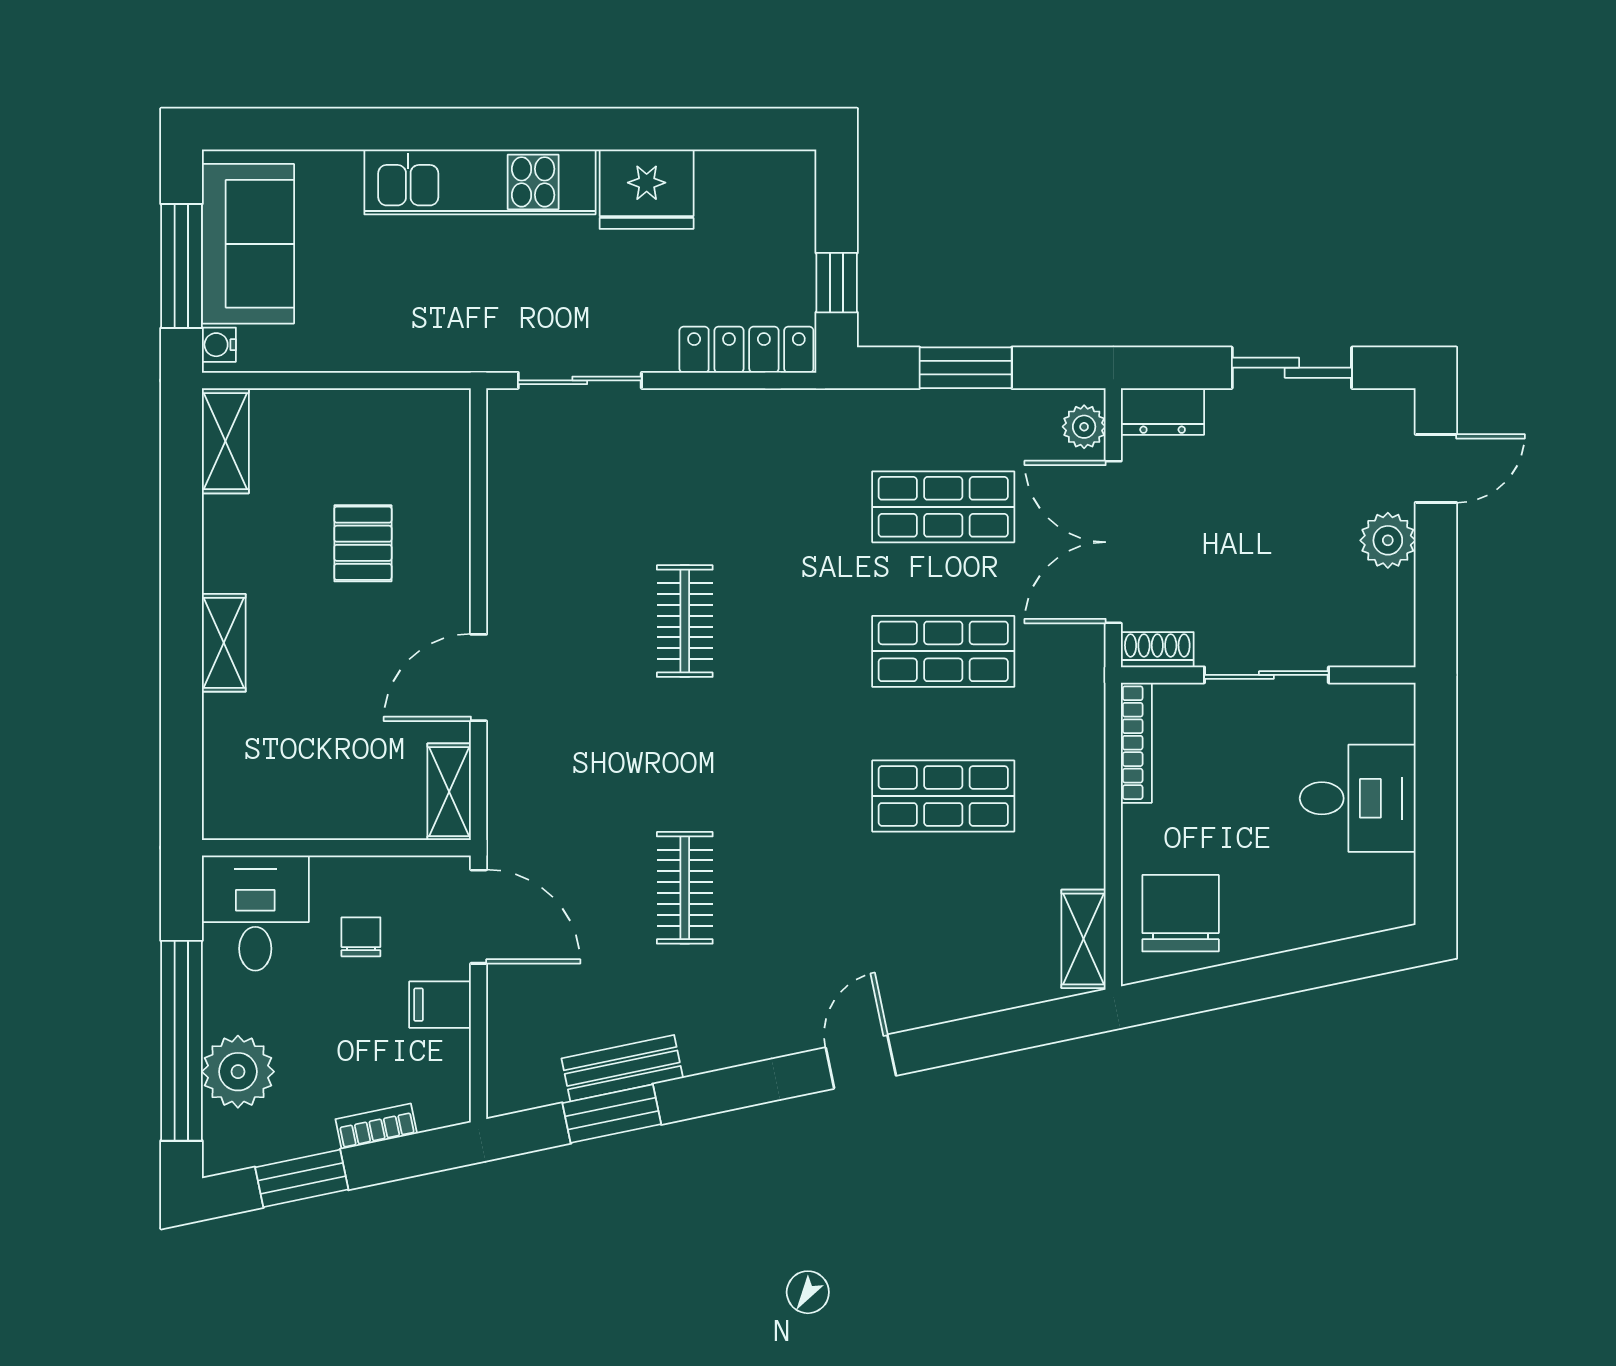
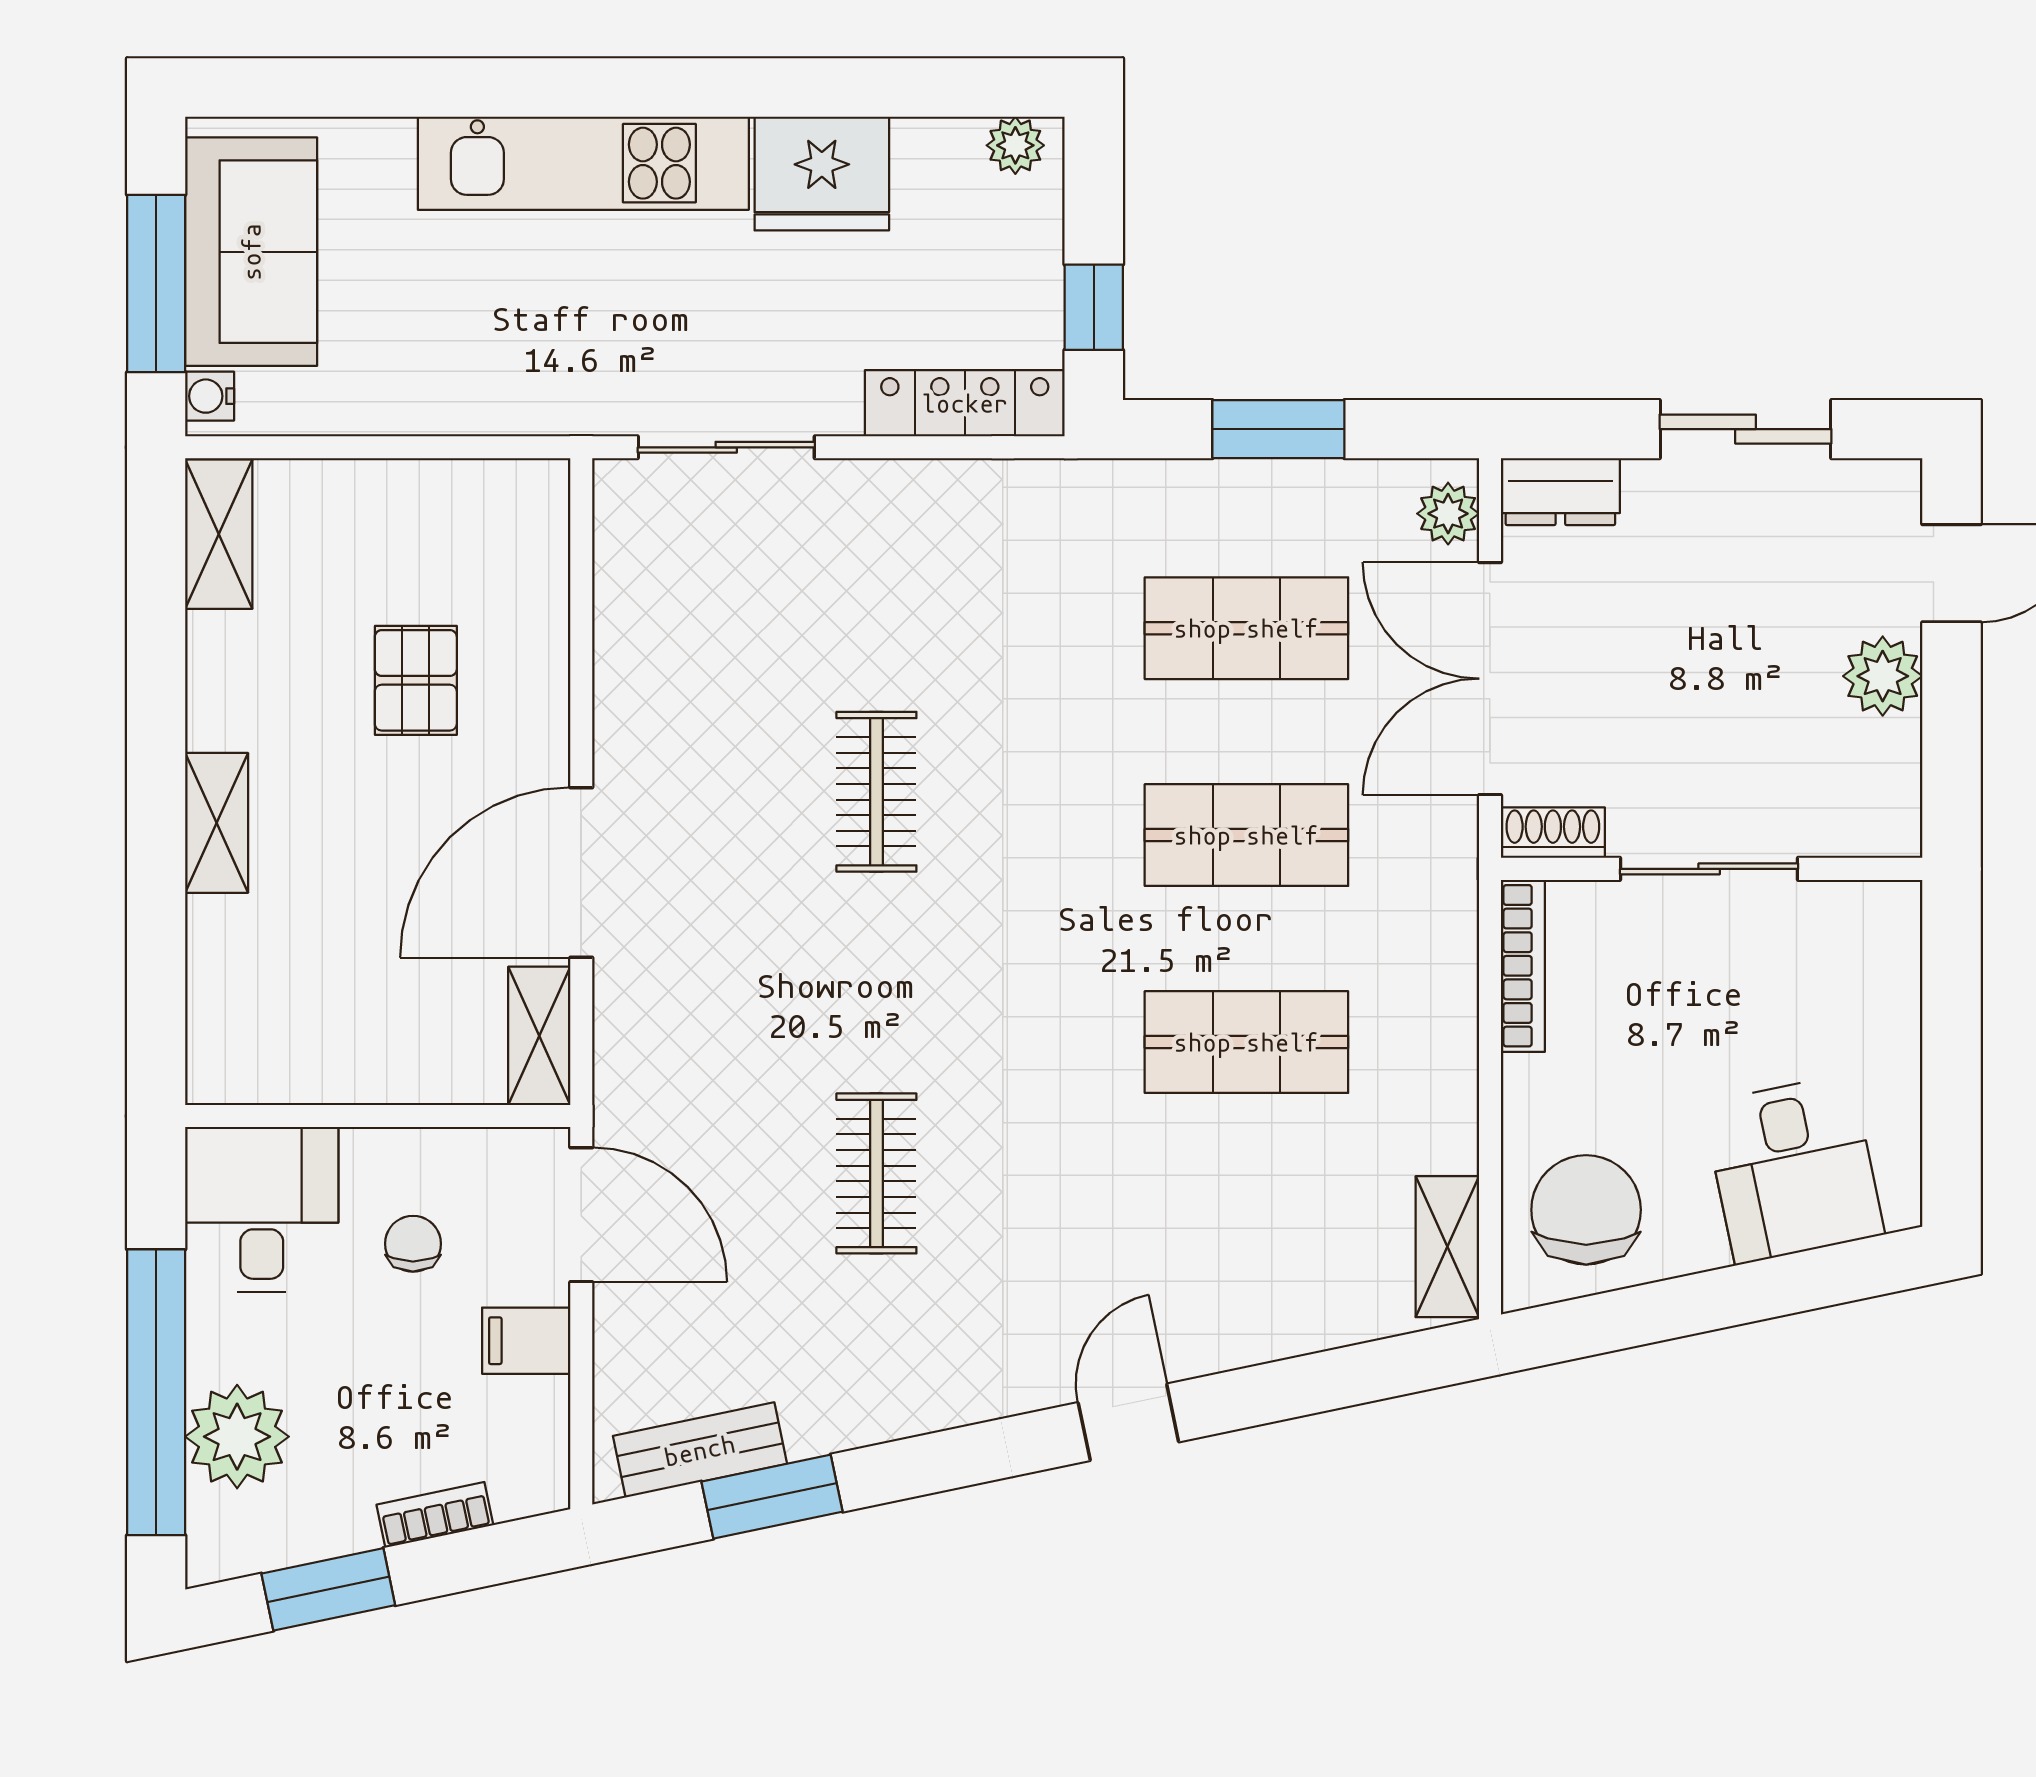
plant: (782, 169) -> (1015, 145), added
door: (479, 678) -> (581, 873), width x1.36
desk: (1358, 798) -> (1793, 1169), moved, turned 78
bench: (622, 1068) -> (700, 1450), moved

